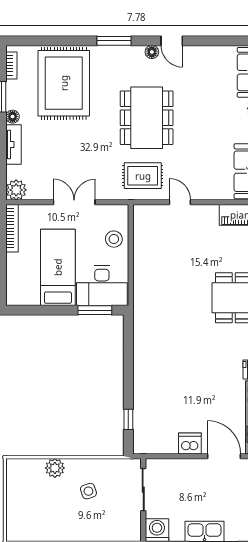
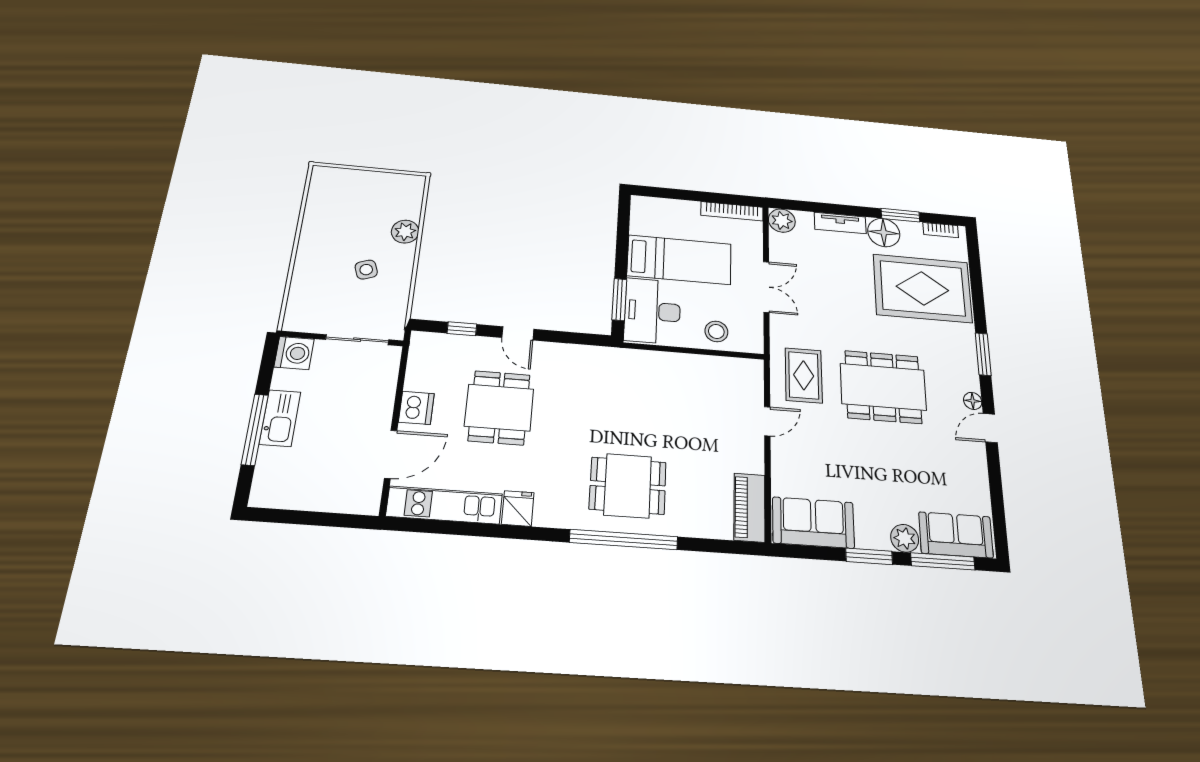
floor lamp: (13, 117) -> (884, 233), width x1.89, depth x1.89
door: (128, 380) -> (518, 333), added
dining table: (185, 388) -> (499, 408), added

